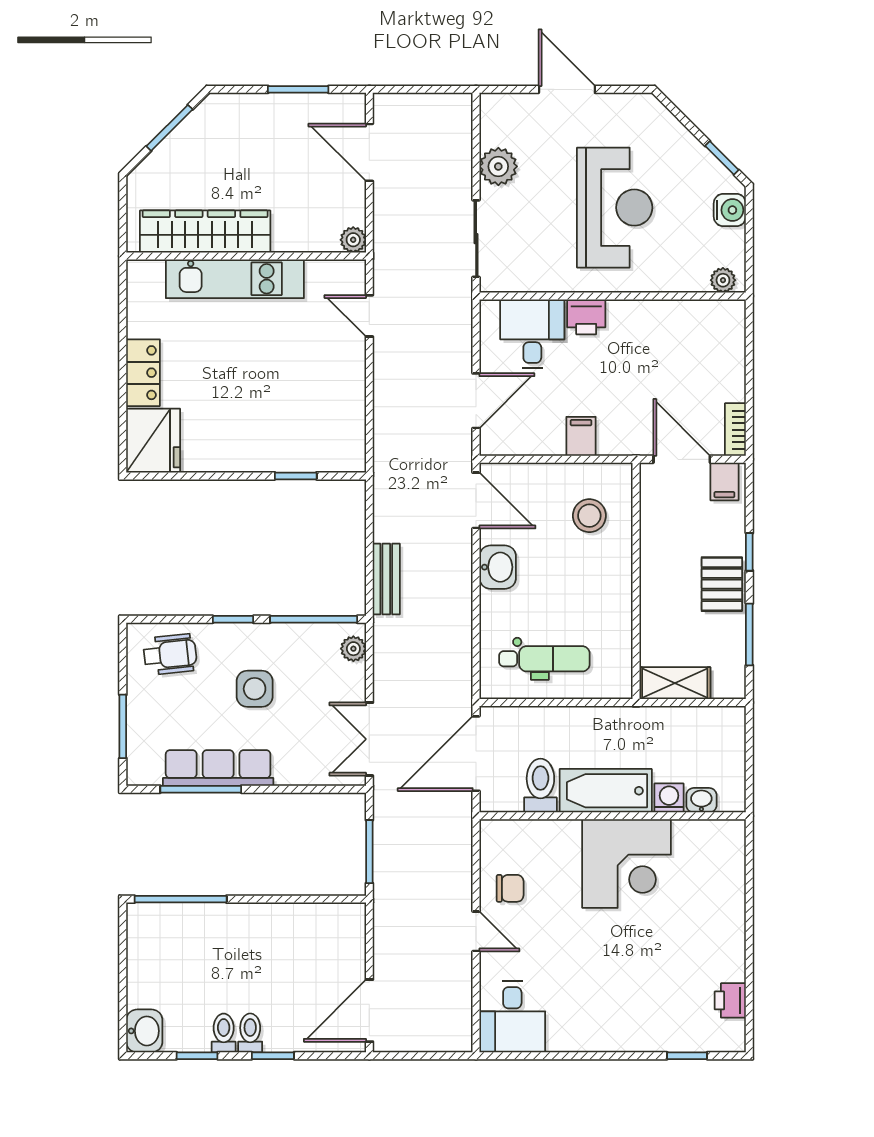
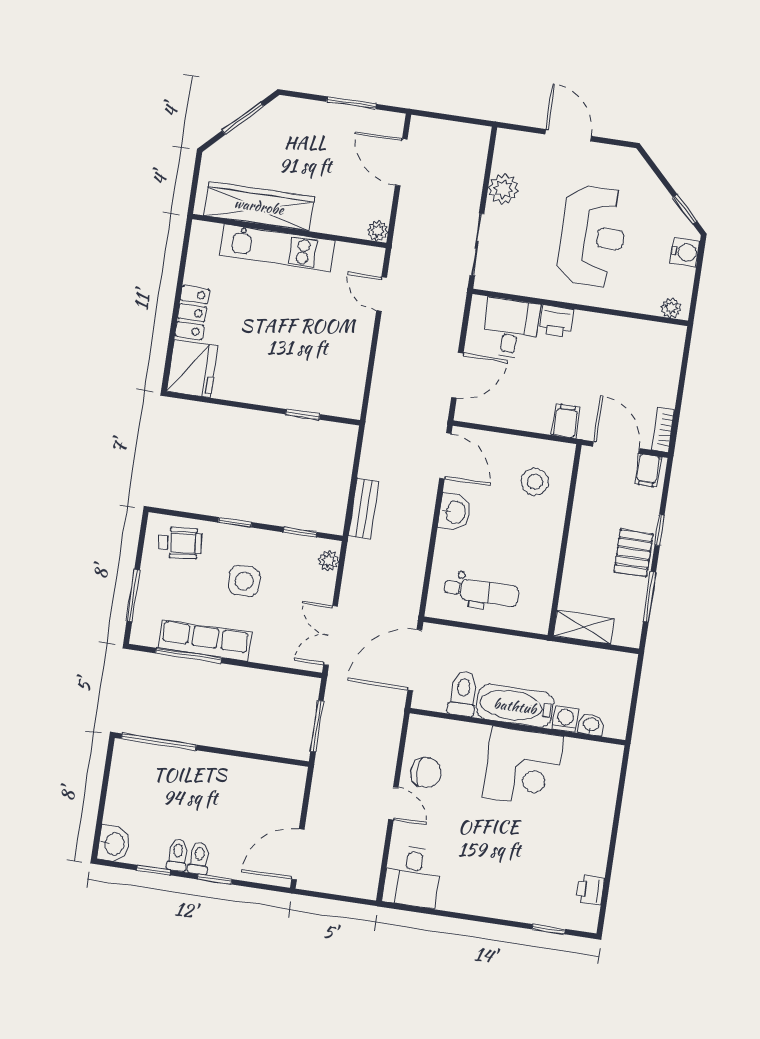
filing cabinet: (581, 436) -> (566, 421), moved
window: (314, 619) -> (300, 532), width x0.46
chair: (510, 888) -> (426, 773), width x1.37, depth x1.37

